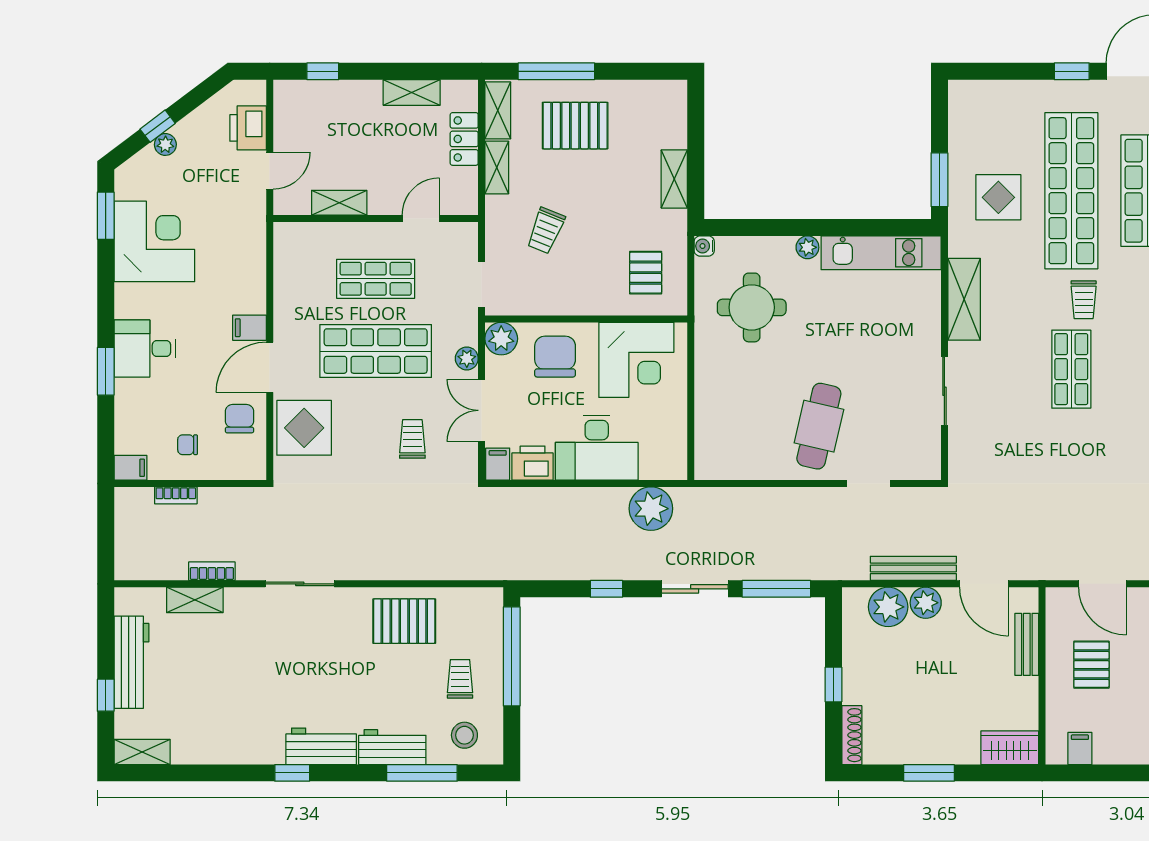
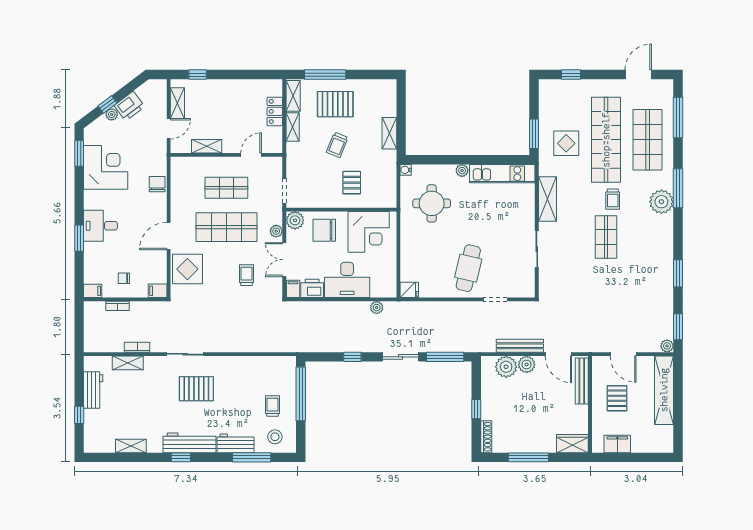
window: (1072, 71) -> (571, 75), moved
shelving: (412, 92) -> (177, 103), moved, turned 90
printer: (248, 128) -> (129, 106), moved, turned -127
trolley: (546, 231) -> (337, 145), moved
pallet: (646, 273) -> (352, 183), moved
filing cabinet: (249, 328) -> (158, 291), moved
chair: (555, 357) -> (324, 230), turned -90
chair: (239, 419) -> (157, 184), moved
fridge: (711, 466) -> (409, 290), added
plant: (651, 509) -> (377, 308), width x0.53, depth x0.53
pallet: (404, 621) -> (196, 389), moved
bench: (1027, 644) -> (582, 381), width x1.36
workbench: (131, 662) -> (93, 390), width x0.73
workbench: (321, 746) -> (190, 443), width x1.38
filing cabinet: (1080, 748) -> (617, 444), width x2.00
shelving: (142, 752) -> (131, 446), moved
window: (929, 773) -> (528, 457), width x1.44

